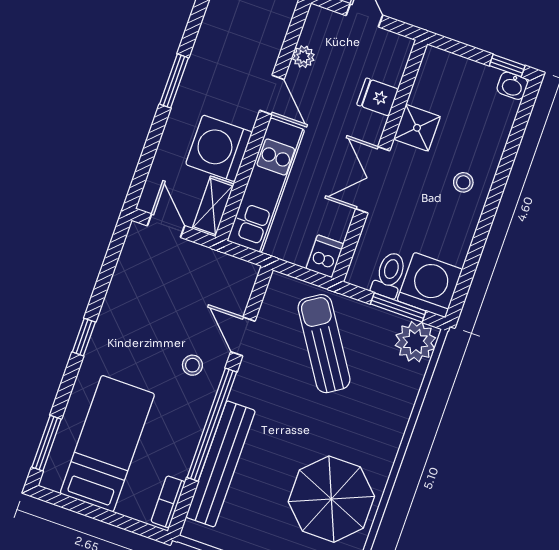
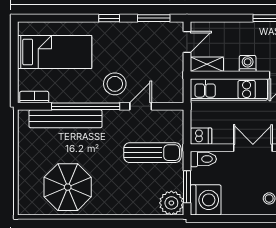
washing machine: (219, 148) -> (248, 63), width x0.53, depth x0.53
toilet: (389, 275) -> (203, 159), moved
sun lounger: (324, 344) -> (152, 153), turned 33
stool: (192, 365) -> (115, 84), width x1.89, depth x1.89
window: (46, 443) -> (154, 18), moved

